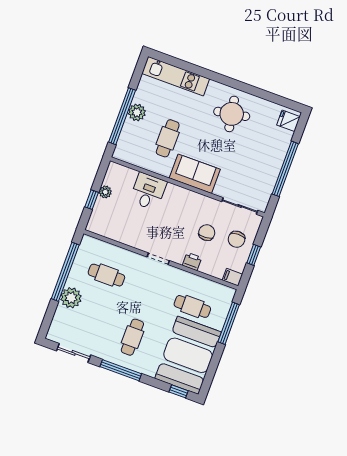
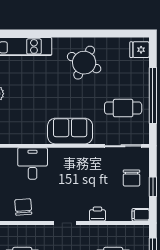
round table: (232, 114) -> (84, 63), turned 36
cafe table: (168, 138) -> (123, 108), moved, turned 90
chair: (207, 233) -> (23, 207), moved

